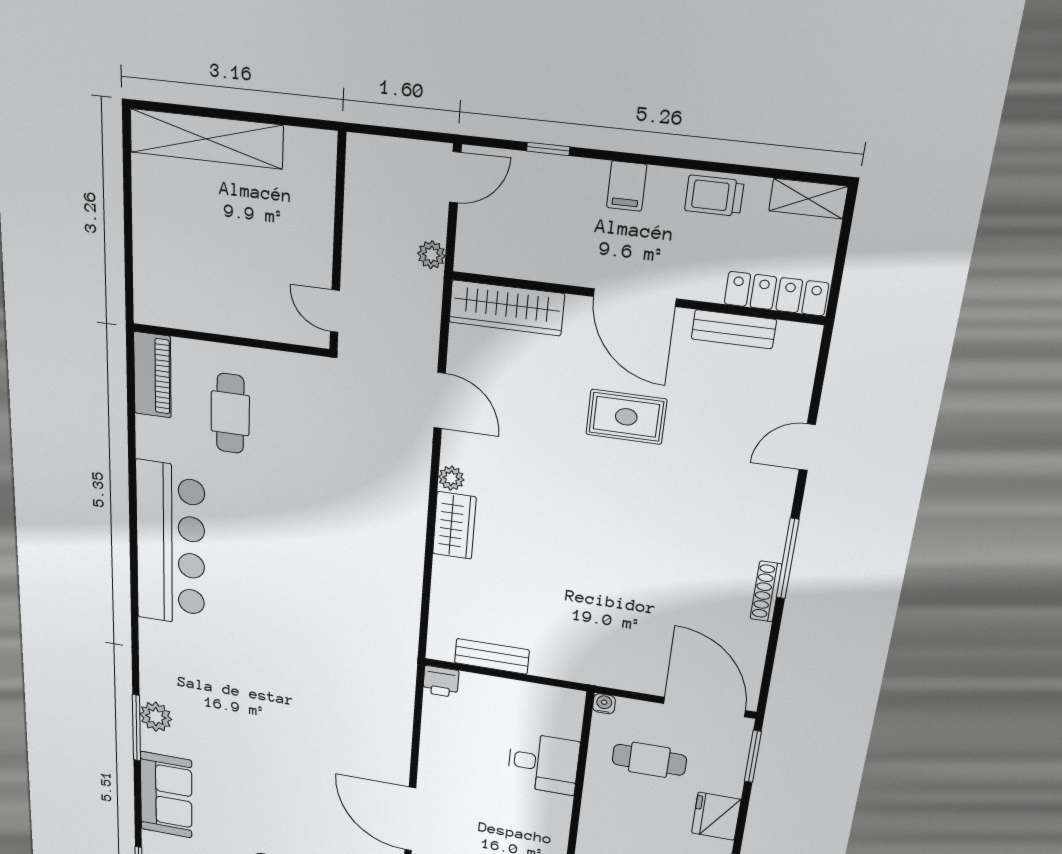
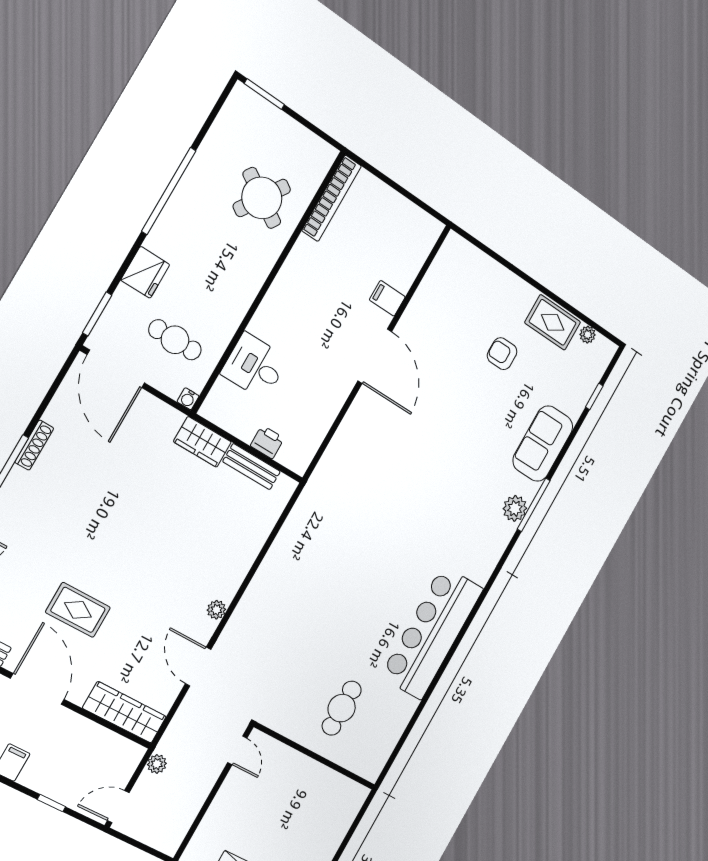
piano: (152, 375) -> (379, 752), removed
wardrobe: (454, 525) -> (202, 442), moved, turned -90
printer: (441, 682) -> (267, 442), moved

